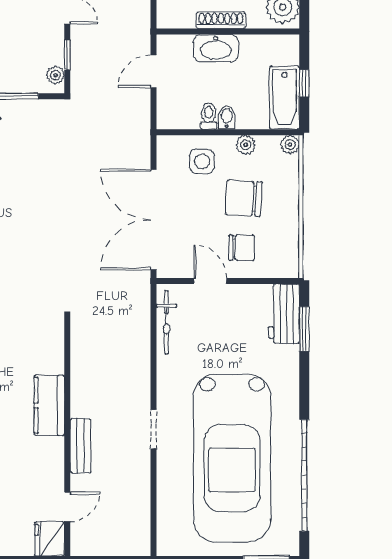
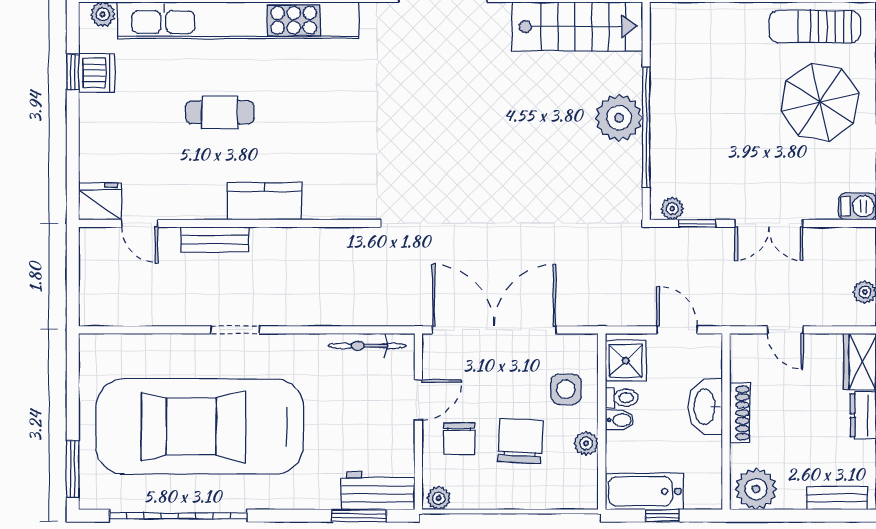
shower: (179, 113) -> (626, 361), added
plant: (290, 145) -> (439, 498), moved

